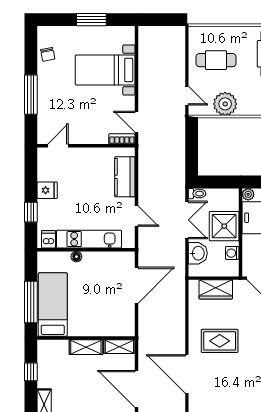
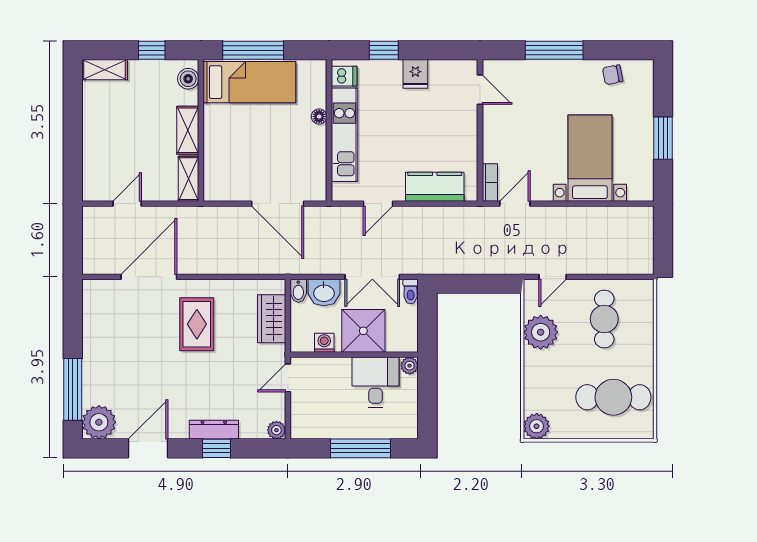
bidet: (197, 271) -> (298, 291), added
boiler: (50, 347) -> (188, 79), added
door: (136, 389) -> (127, 204), width x0.53

